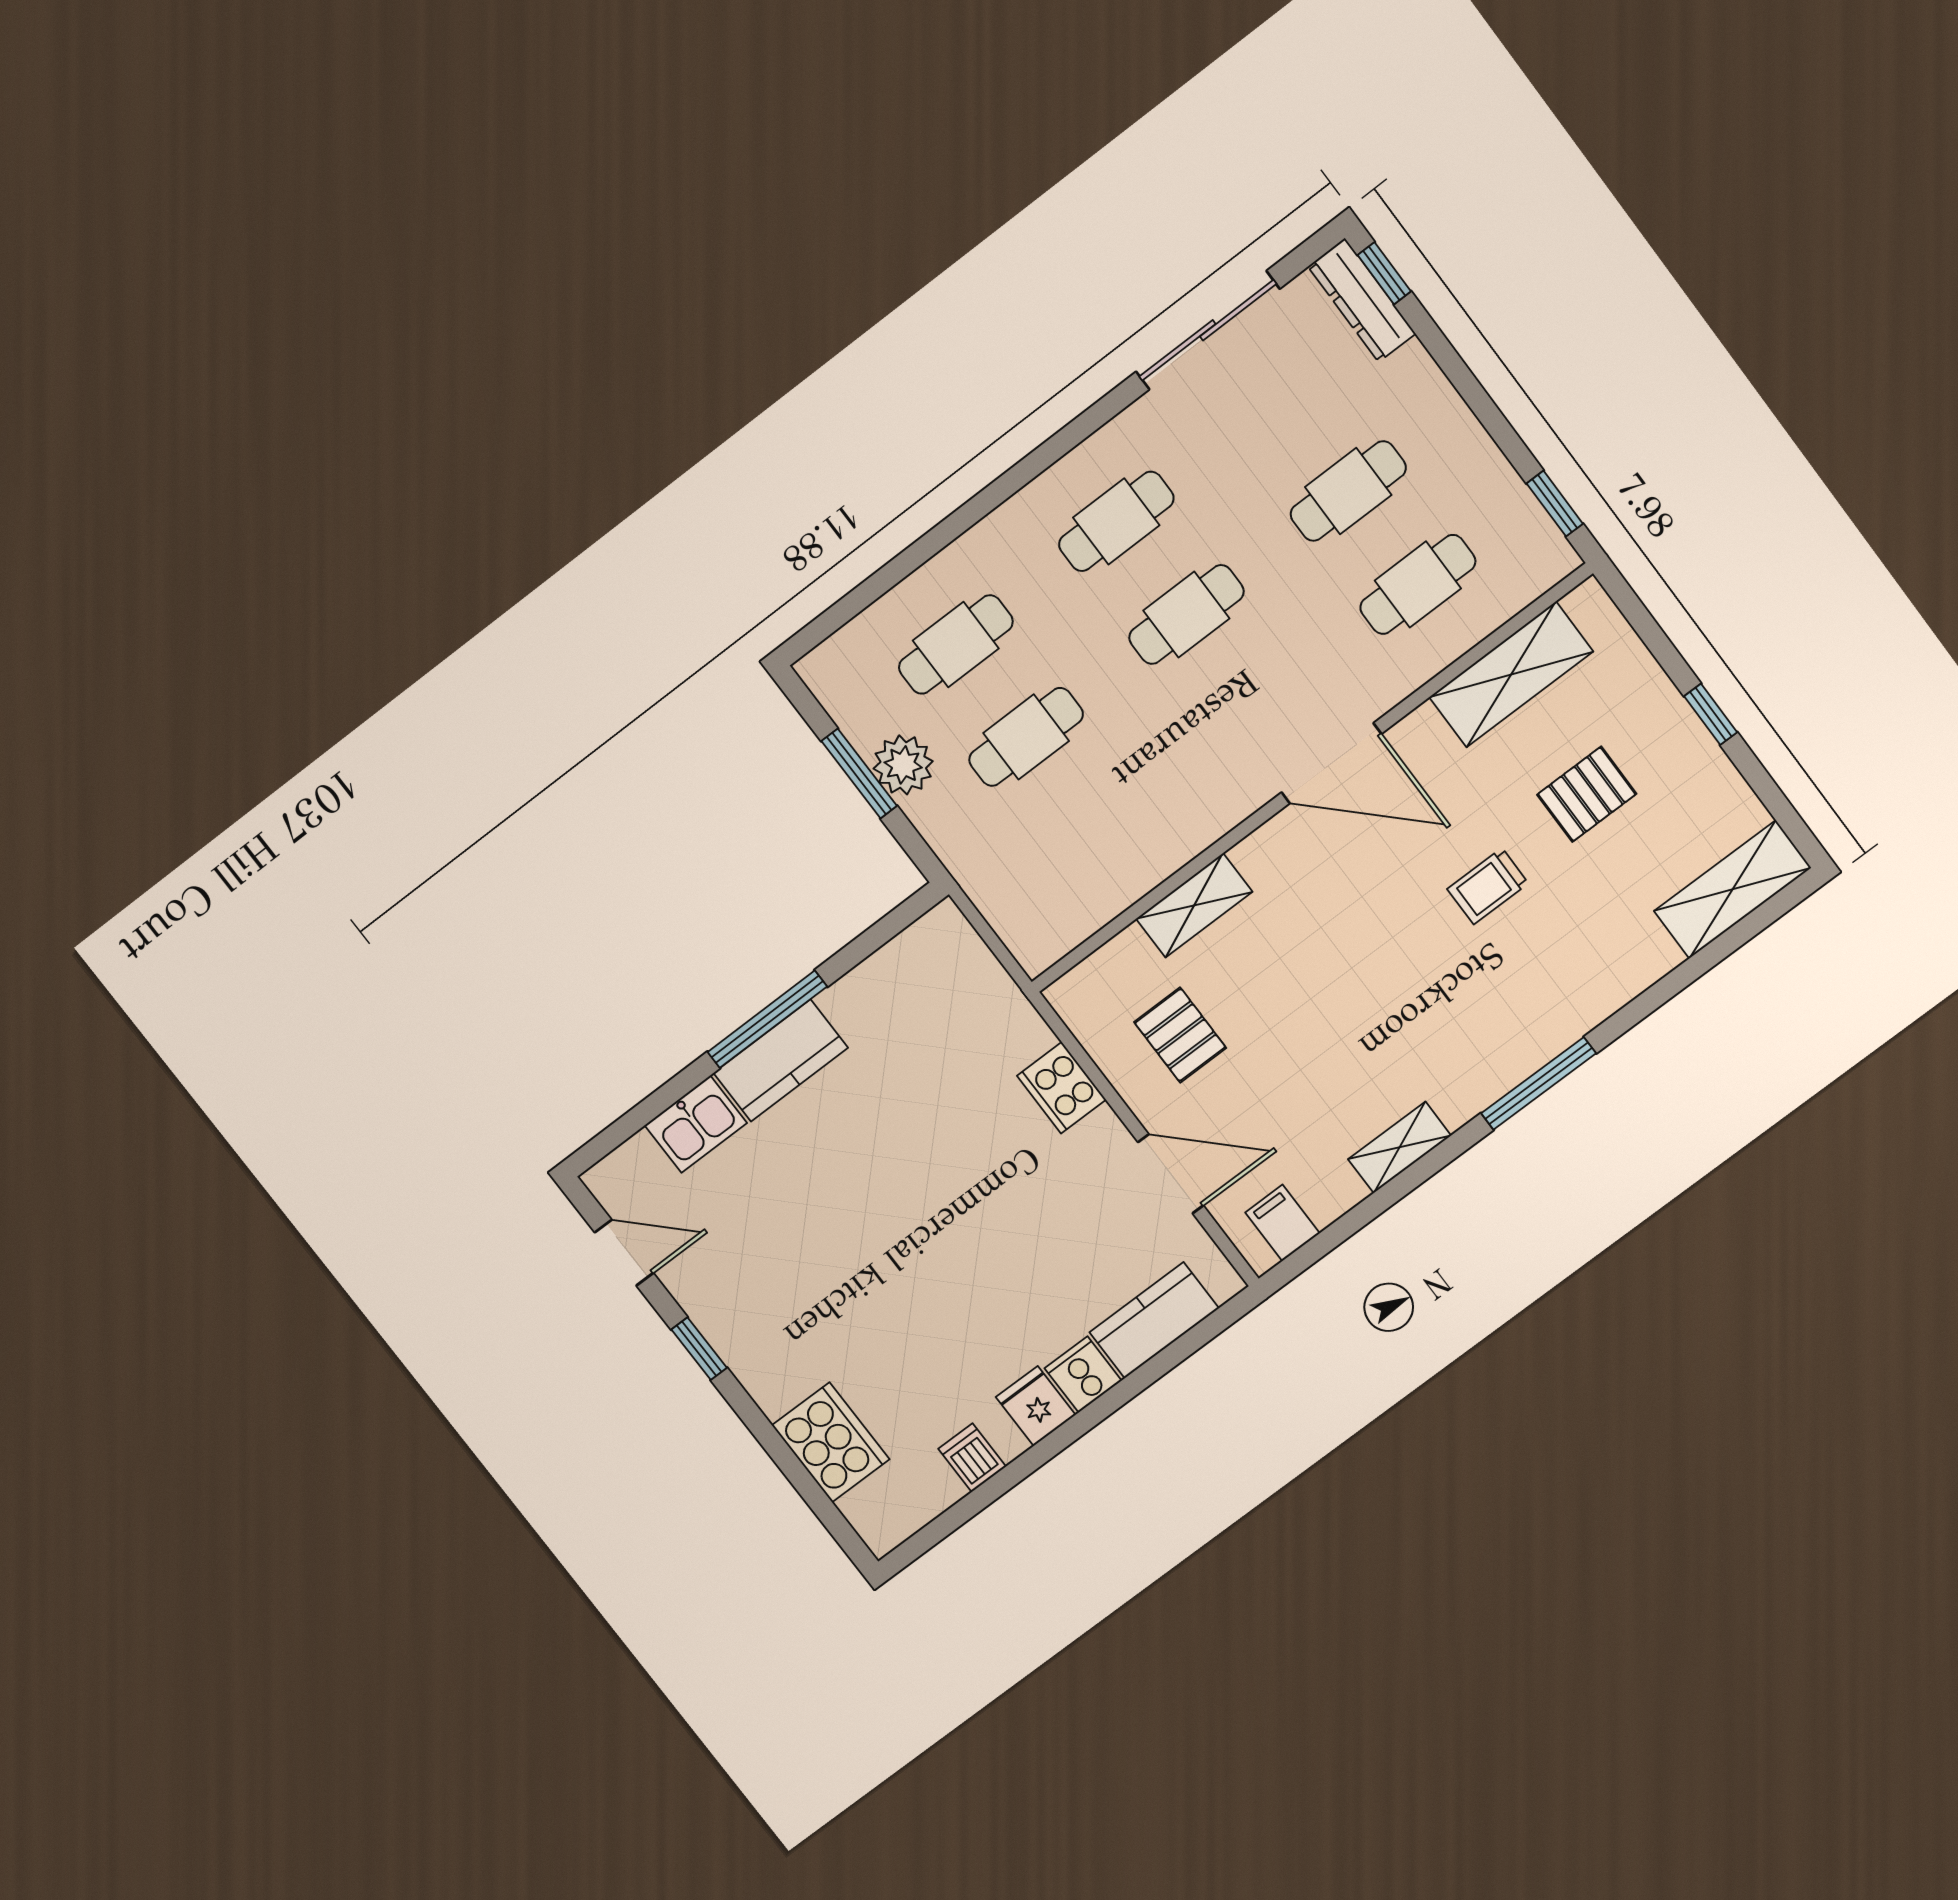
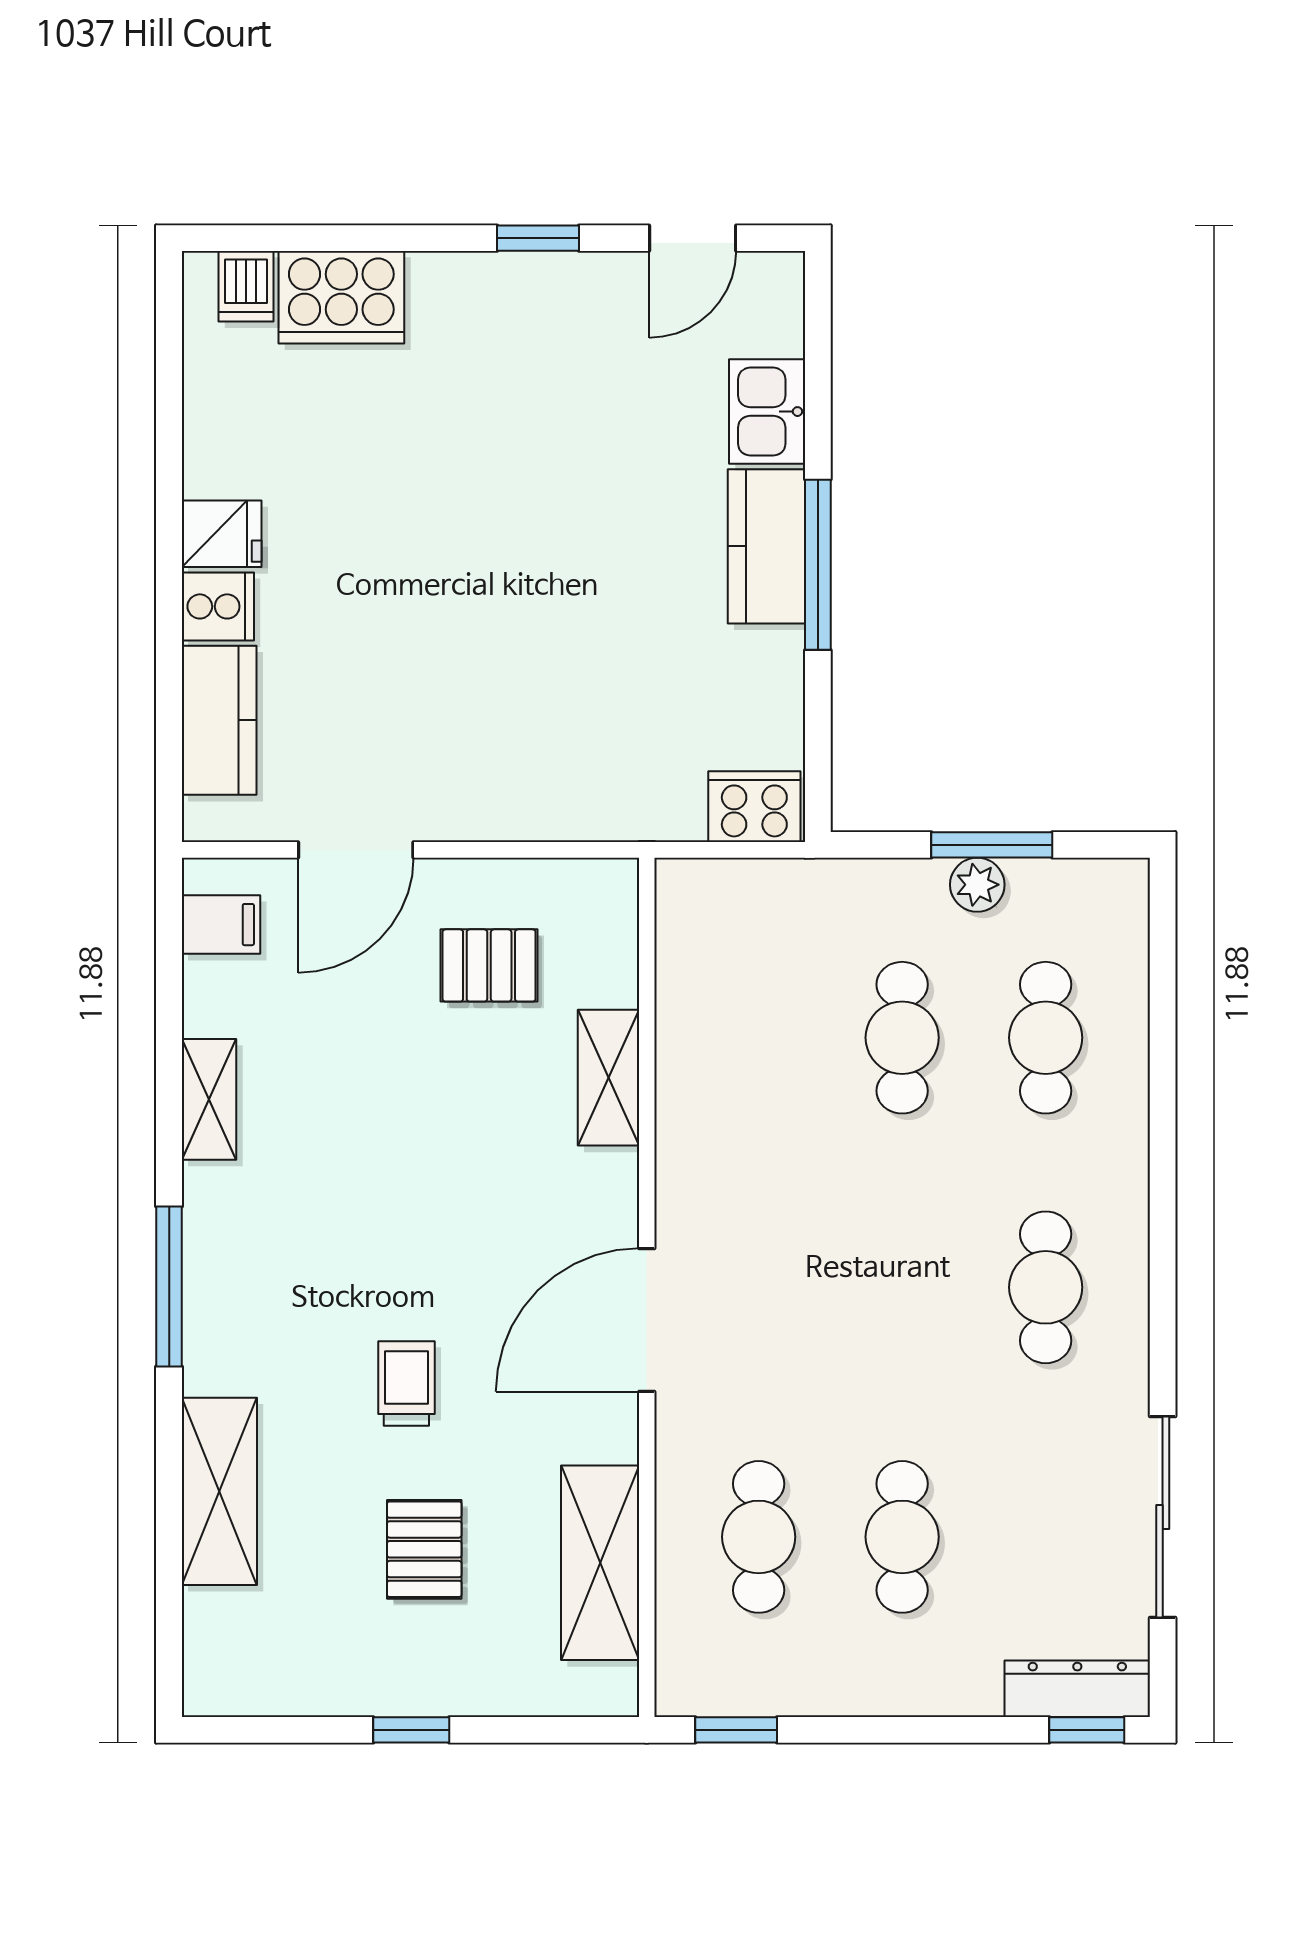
cafe table: (1186, 615) -> (902, 1287), removed
plant: (903, 765) -> (977, 885), width x0.73, depth x0.73
shelving: (1733, 889) -> (219, 1491), moved
cooker: (1062, 1088) -> (754, 807), moved
dishwasher: (972, 1458) -> (246, 286), moved, turned 90

